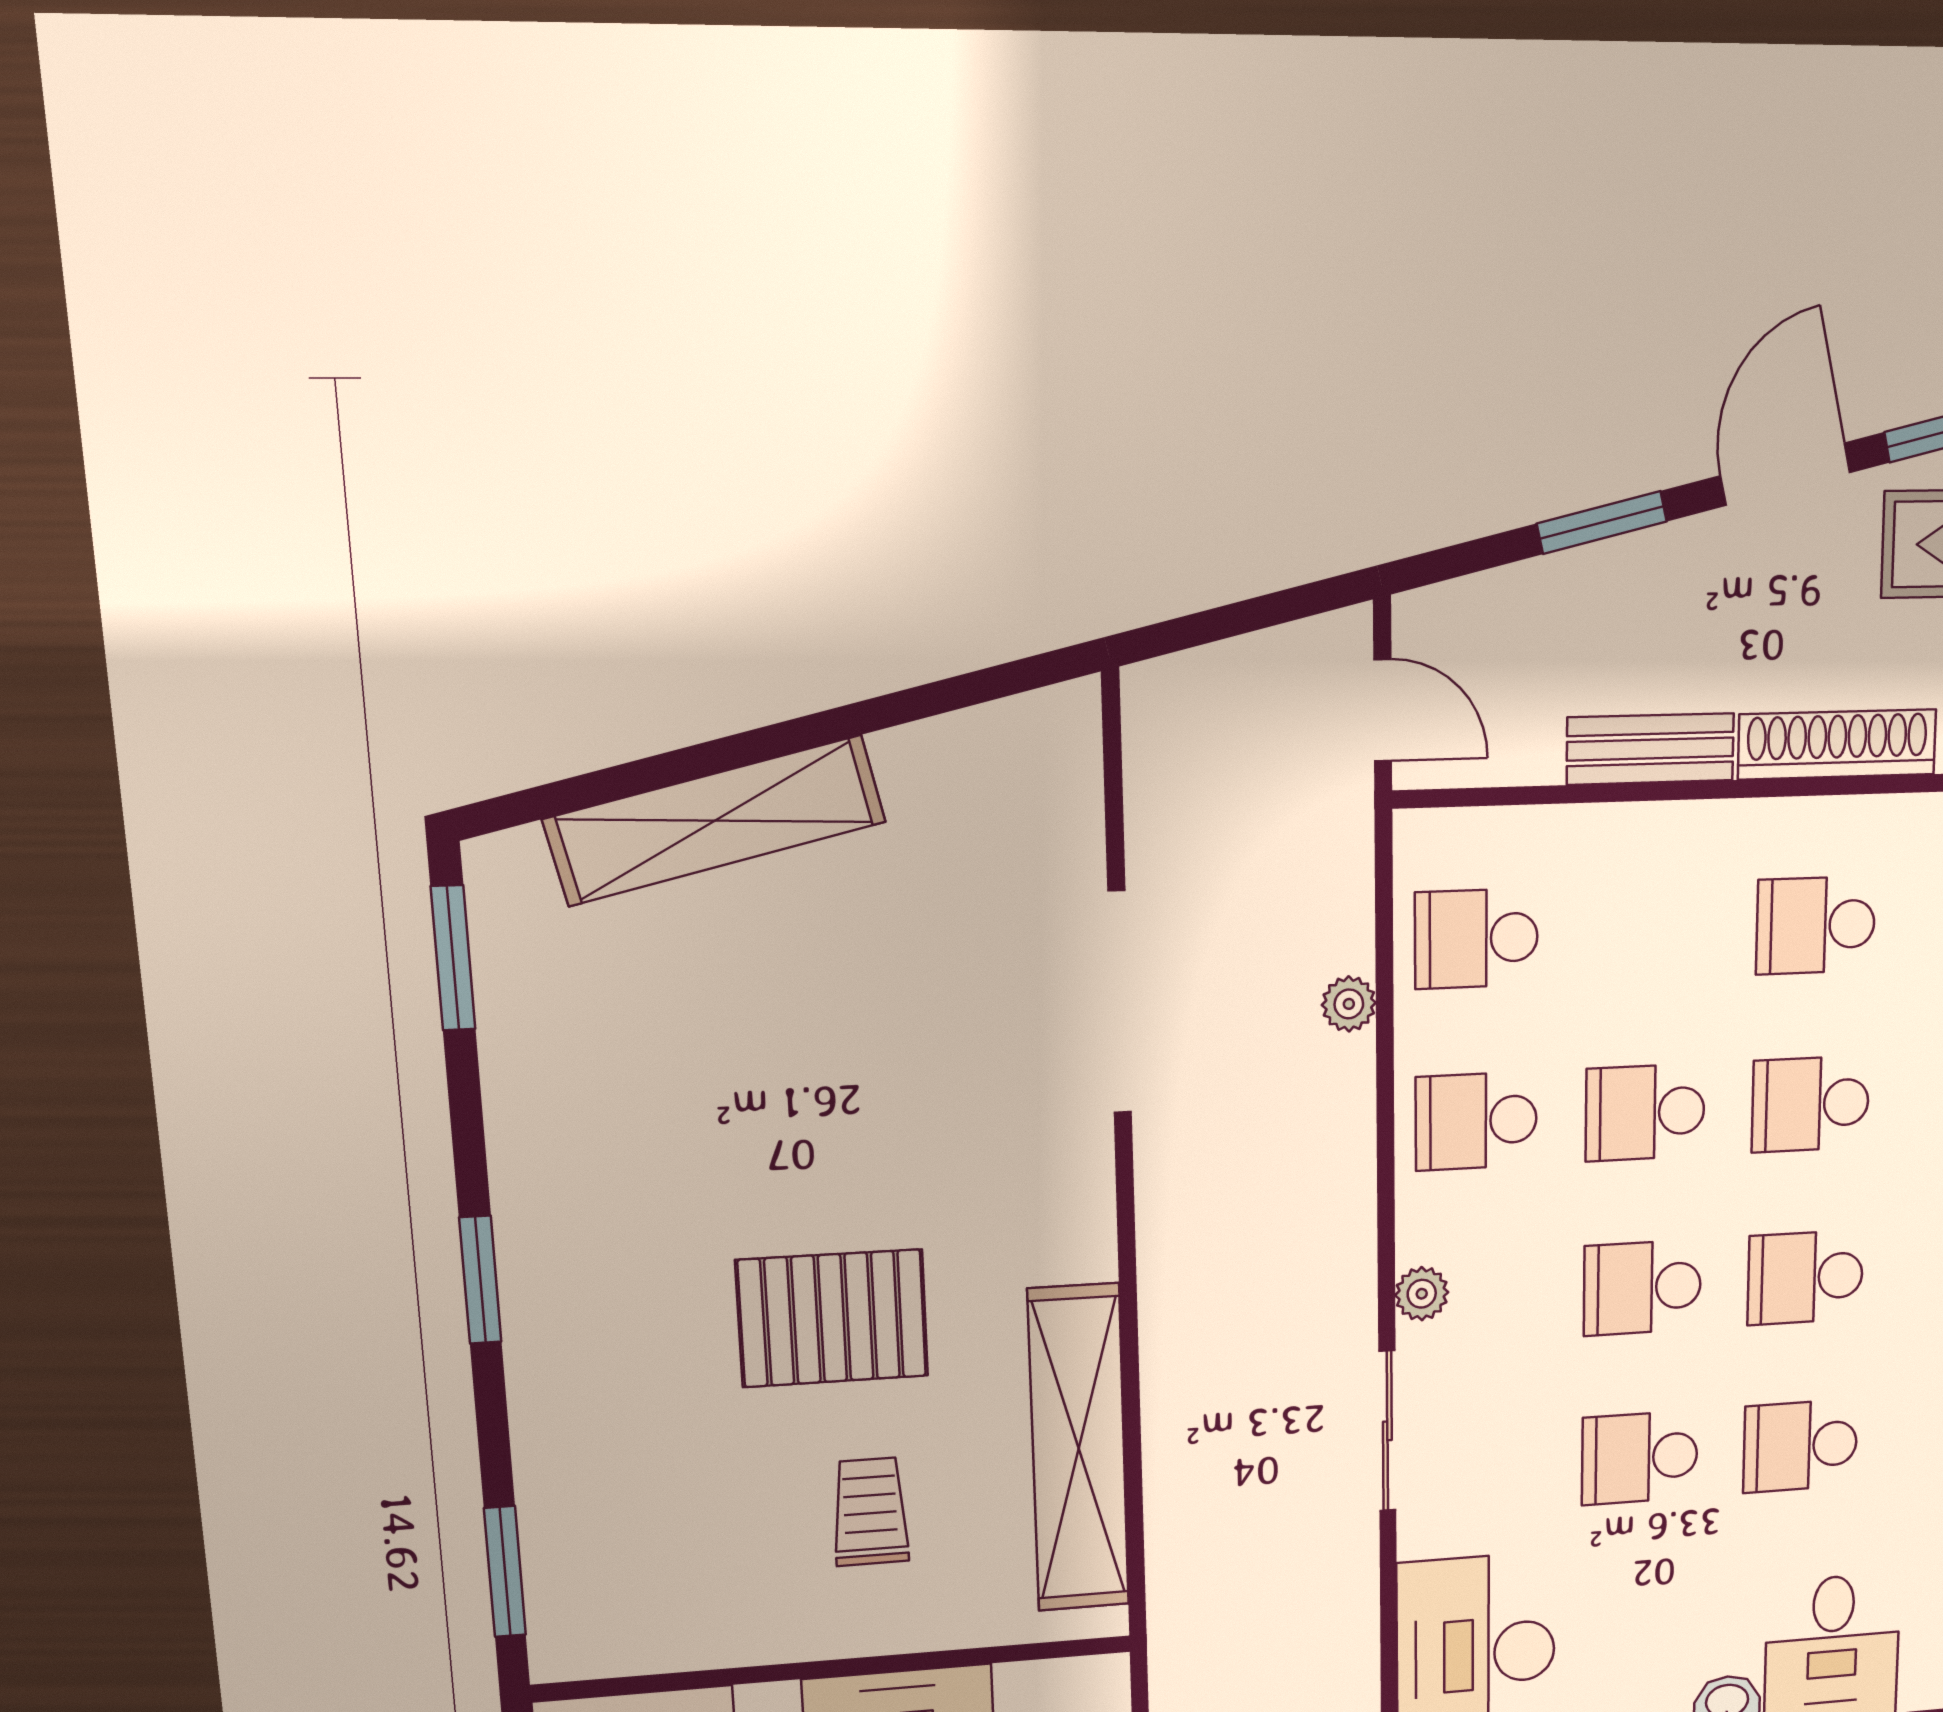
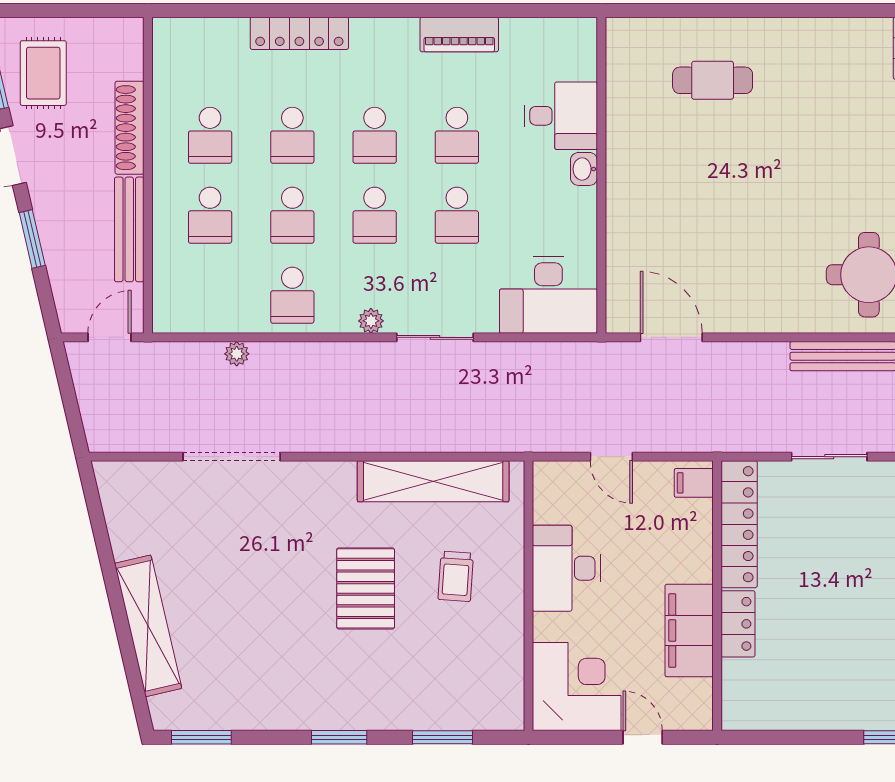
bench: (1650, 749) -> (129, 229), width x1.36
school desk: (1476, 939) -> (210, 215), moved
trolley: (870, 1512) -> (456, 576), turned -86
window: (505, 1572) -> (443, 737), moved

